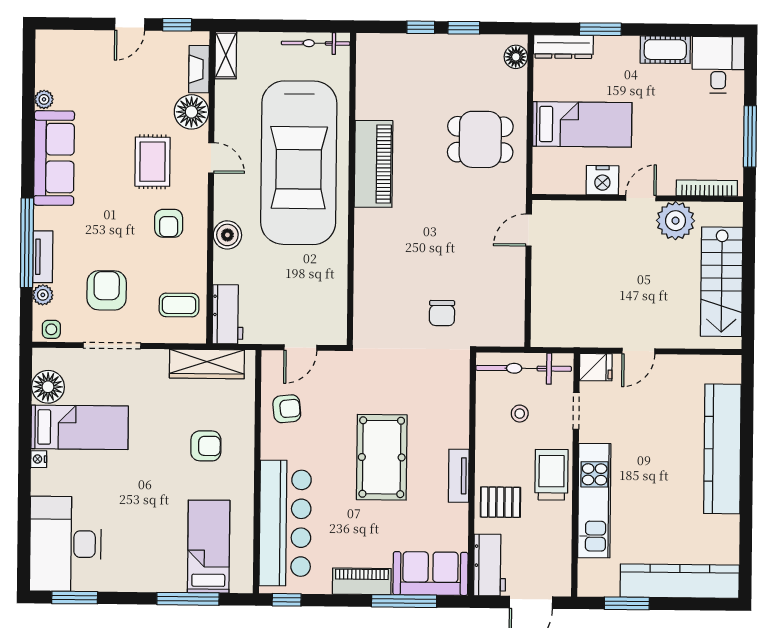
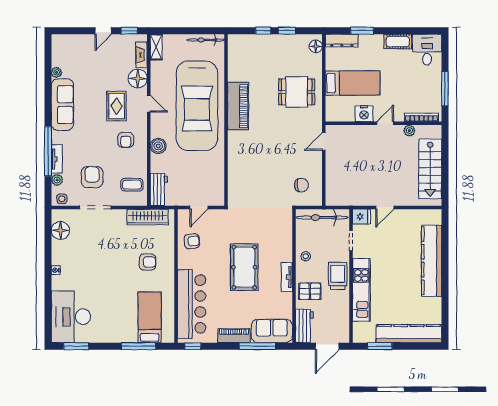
plant: (676, 221) -> (409, 131), width x0.53, depth x0.53
chair: (442, 313) -> (301, 185), moved, turned -94
stool: (520, 414) -> (306, 256), moved
bed: (80, 427) -> (78, 253), removed

